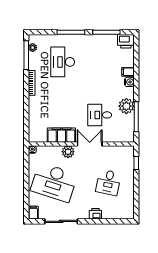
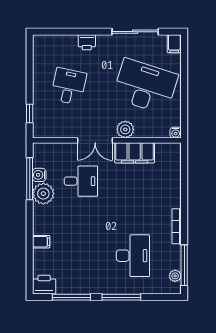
water cooler: (129, 82) -> (39, 175), moved

